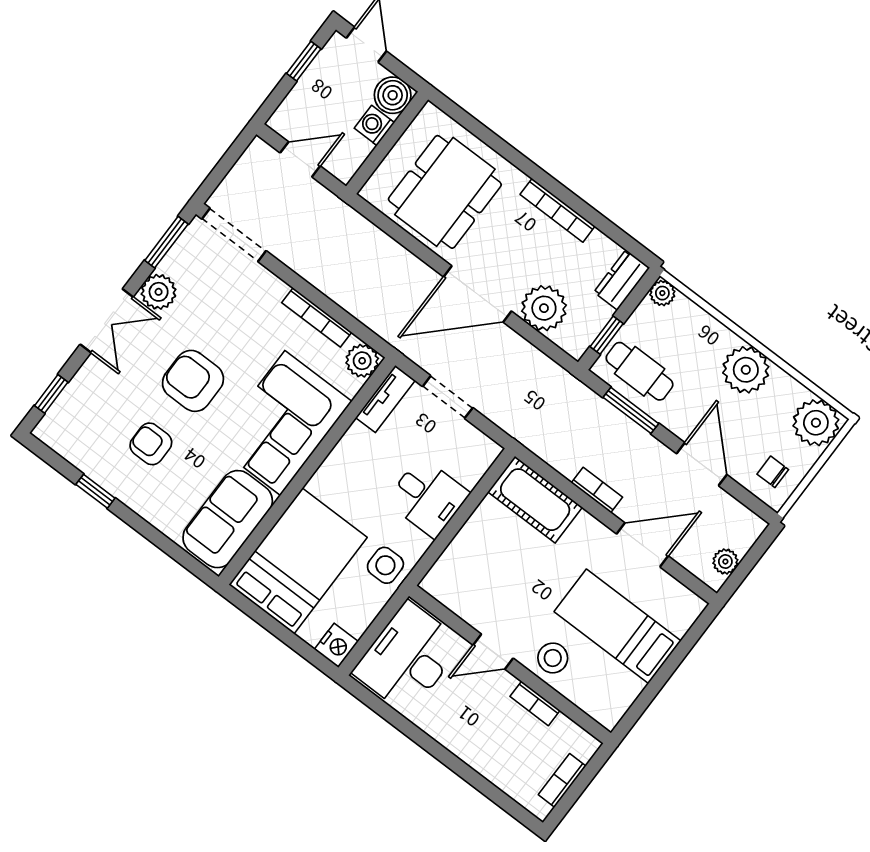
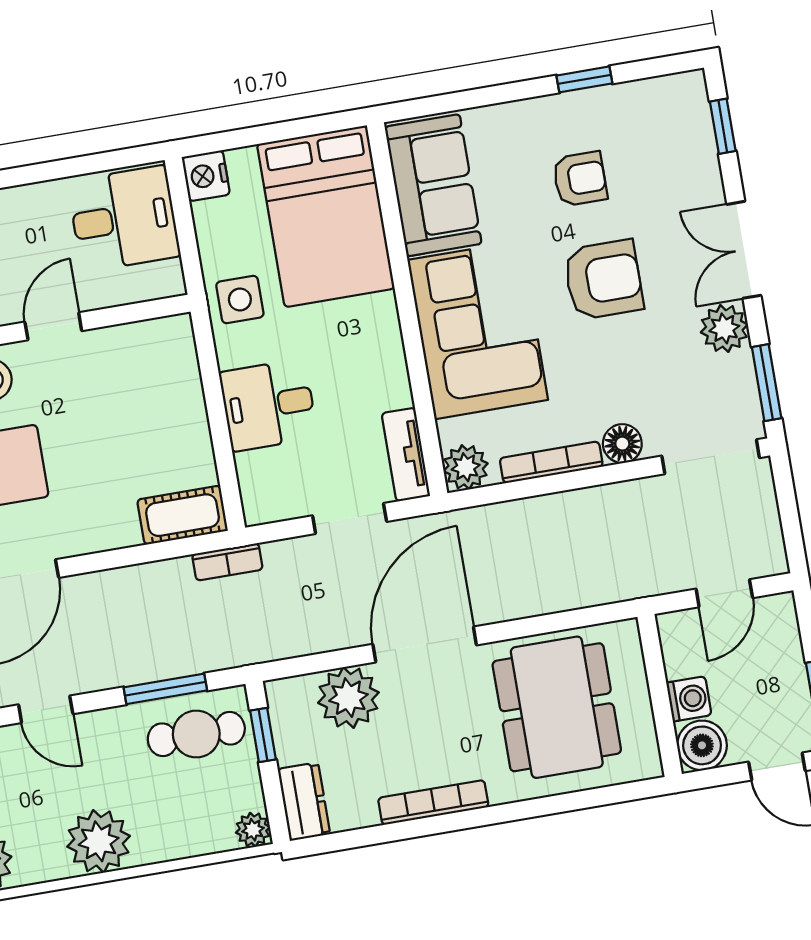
floor lamp: (271, 289) -> (622, 444), added
door: (702, 464) -> (46, 709), width x0.73
bookcase: (597, 490) -> (227, 562), moved
cot: (535, 500) -> (182, 515), width x0.73, depth x0.75
desk: (408, 658) -> (124, 219), width x0.73

